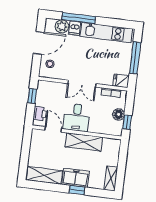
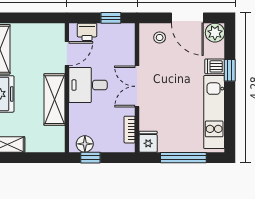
window: (79, 18) -> (230, 70), width x0.46
plant: (62, 26) -> (215, 33), moved
floor lamp: (118, 114) -> (85, 144), moved

